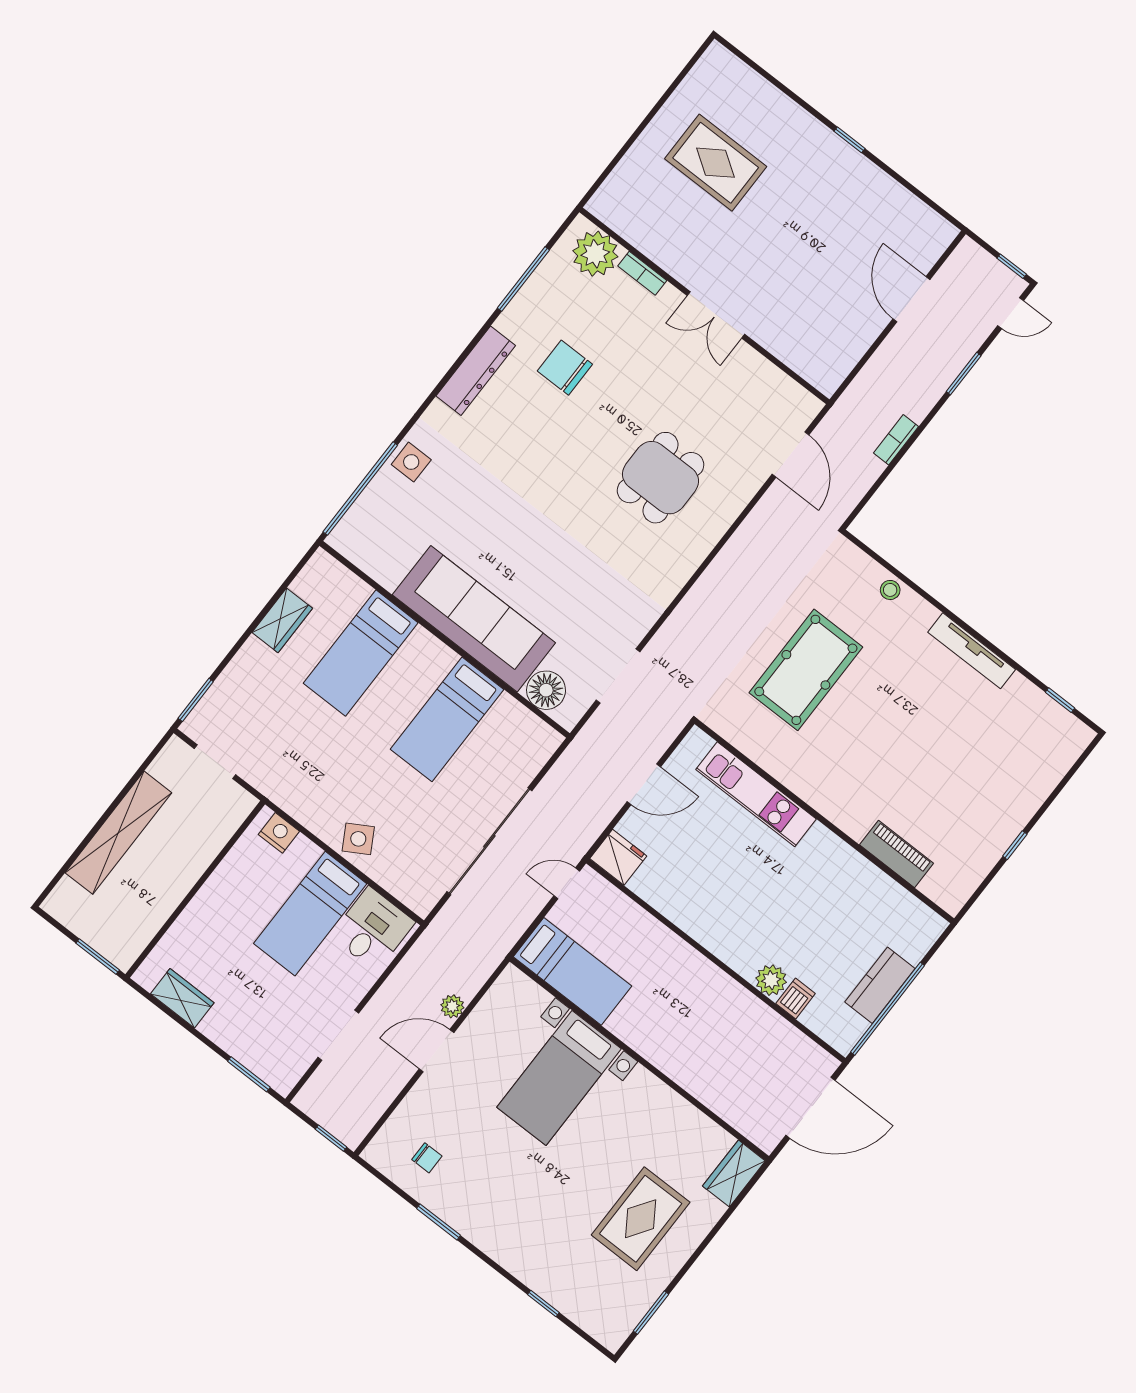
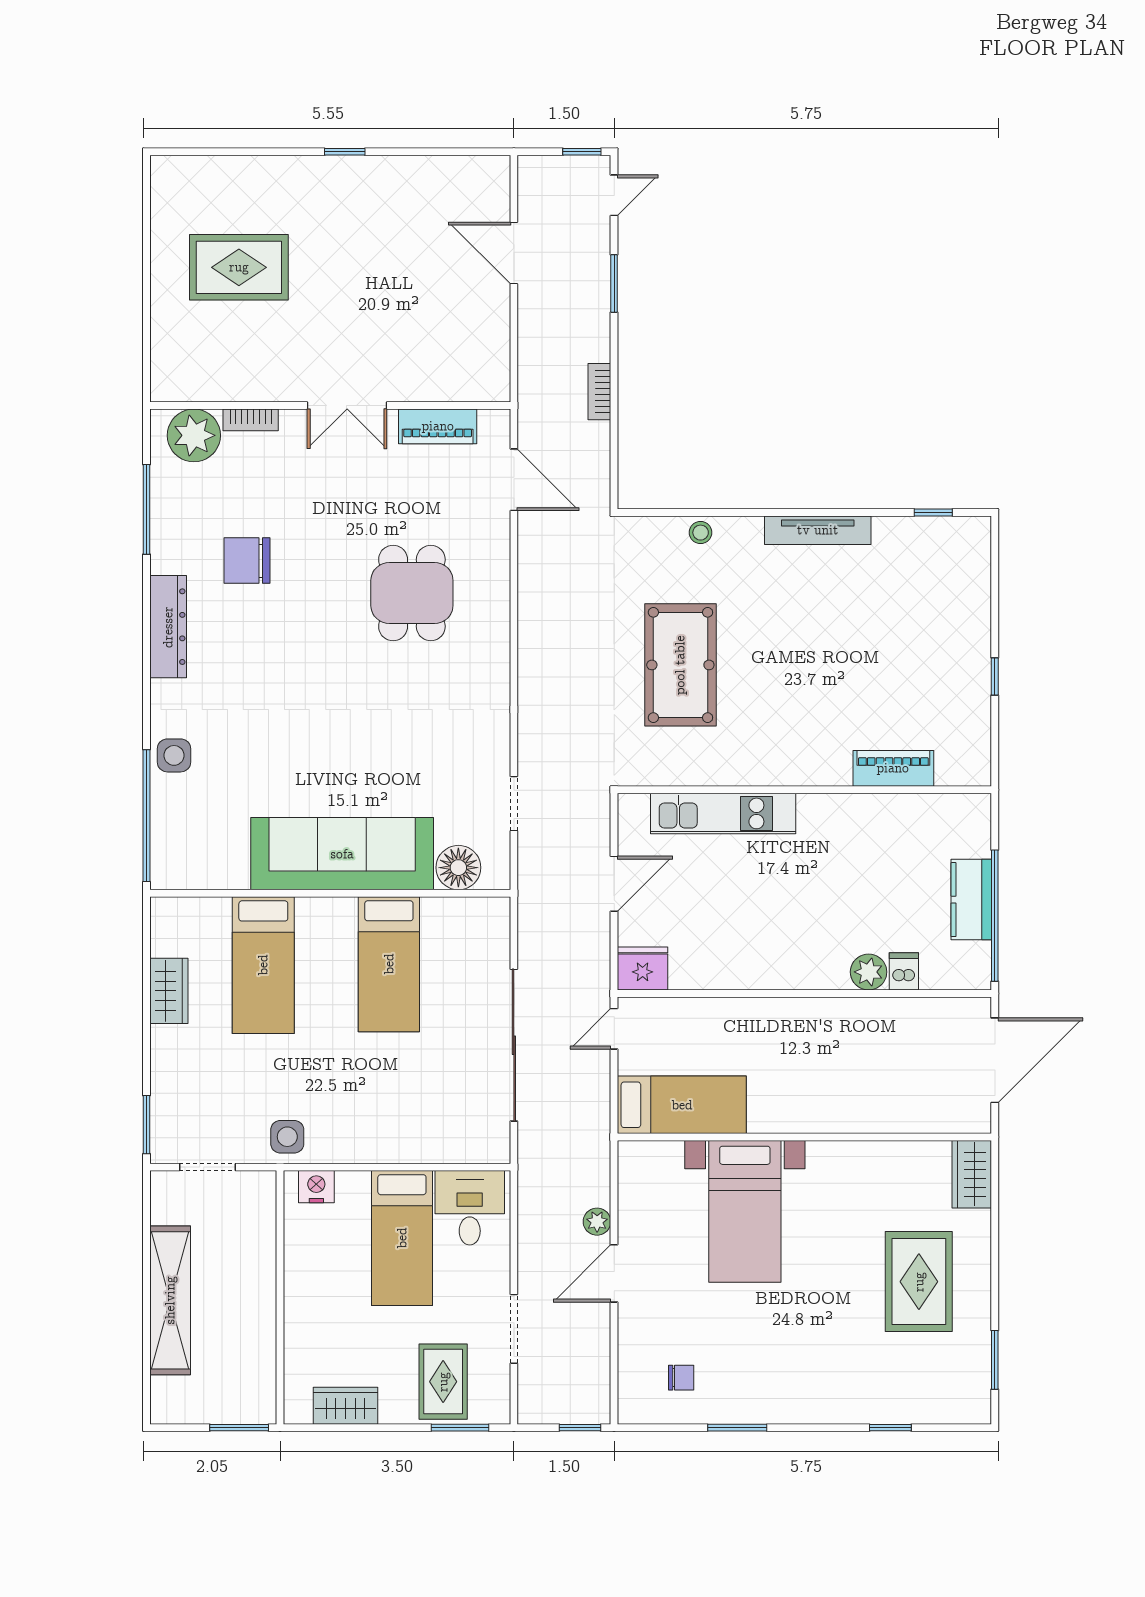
piano: (767, 377) -> (438, 426), added
doorway: (618, 676) -> (514, 804), width x0.73
side table: (358, 839) -> (287, 1137), moved, turned 30
rug: (262, 1034) -> (443, 1382), added

